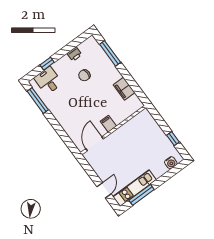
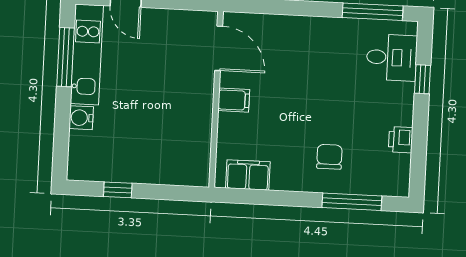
chair: (84, 75) -> (329, 157), moved
filing cabinet: (124, 89) -> (248, 175), moved
water cooler: (171, 163) -> (81, 118), moved

